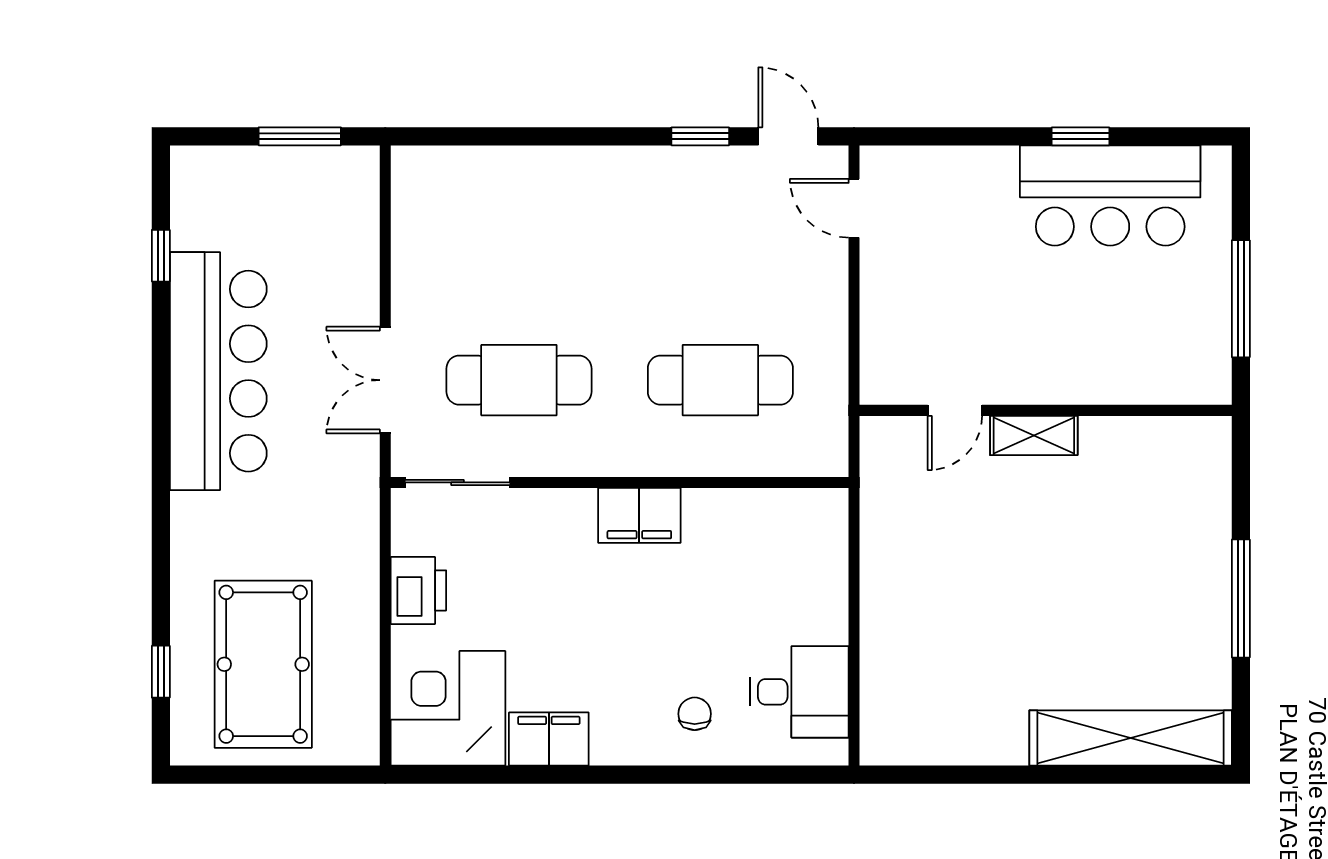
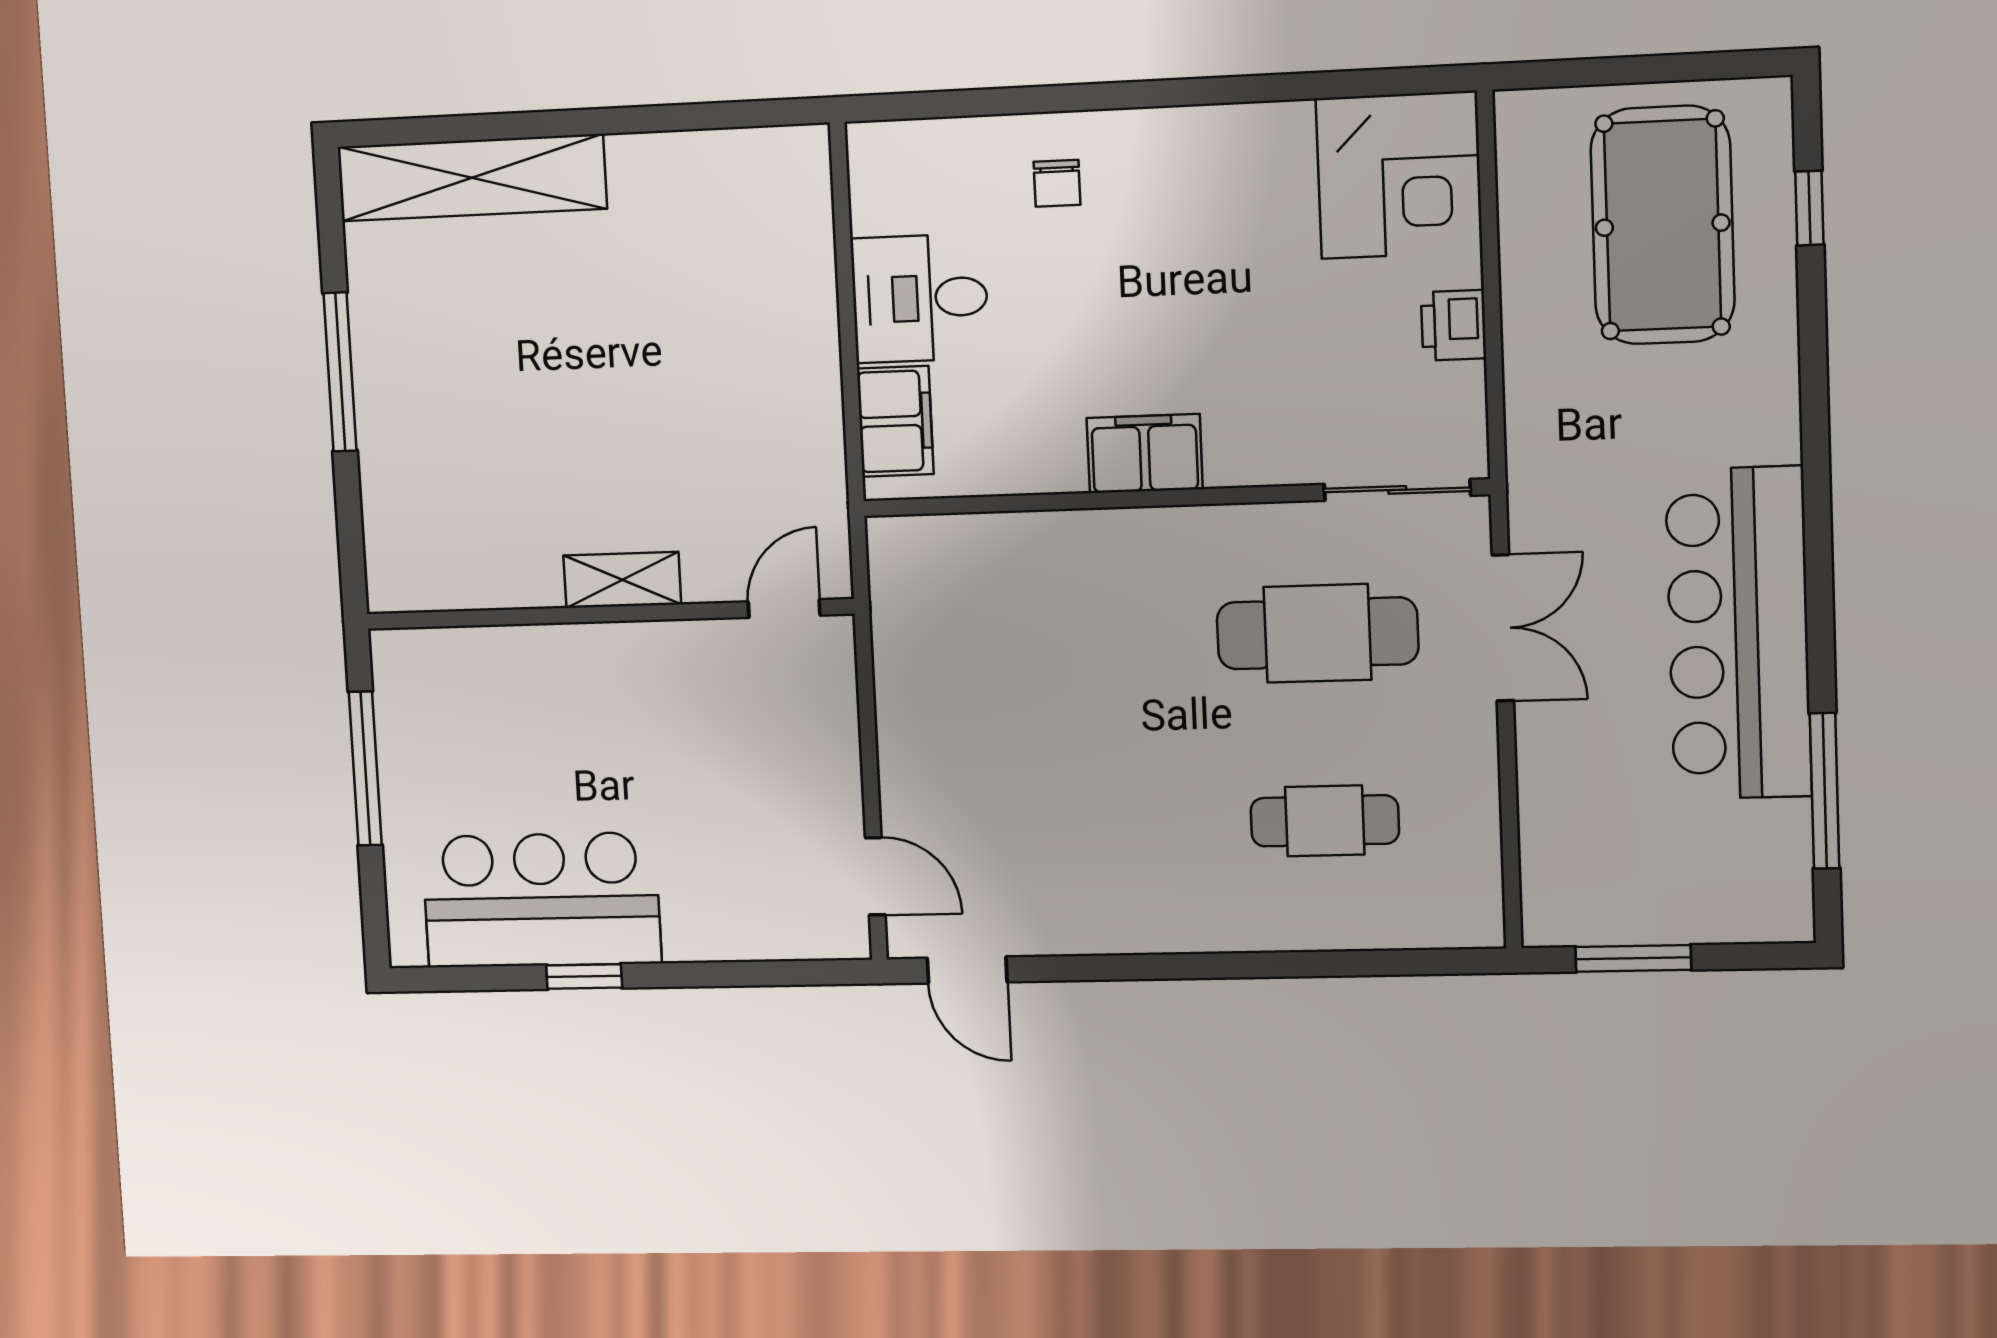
window: (700, 136) -> (1085, 968), removed
window: (161, 256) -> (1825, 791), width x2.17
cafe table: (720, 380) -> (1325, 821), moved, width x0.73, depth x0.74
door: (955, 410) -> (784, 608), moved
printer: (418, 590) -> (1453, 325), width x0.73, depth x0.81
desk: (799, 692) -> (920, 298), moved
filing cabinet: (549, 739) -> (895, 421), moved, turned -90

